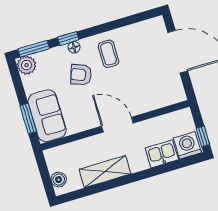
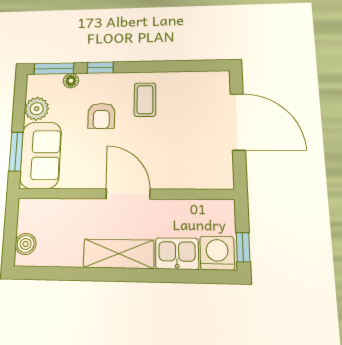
floor lamp: (74, 47) -> (71, 81), moved
plant: (27, 65) -> (37, 109), moved
armchair: (81, 75) -> (101, 116), turned -111
shelving: (105, 172) -> (119, 254), moved

